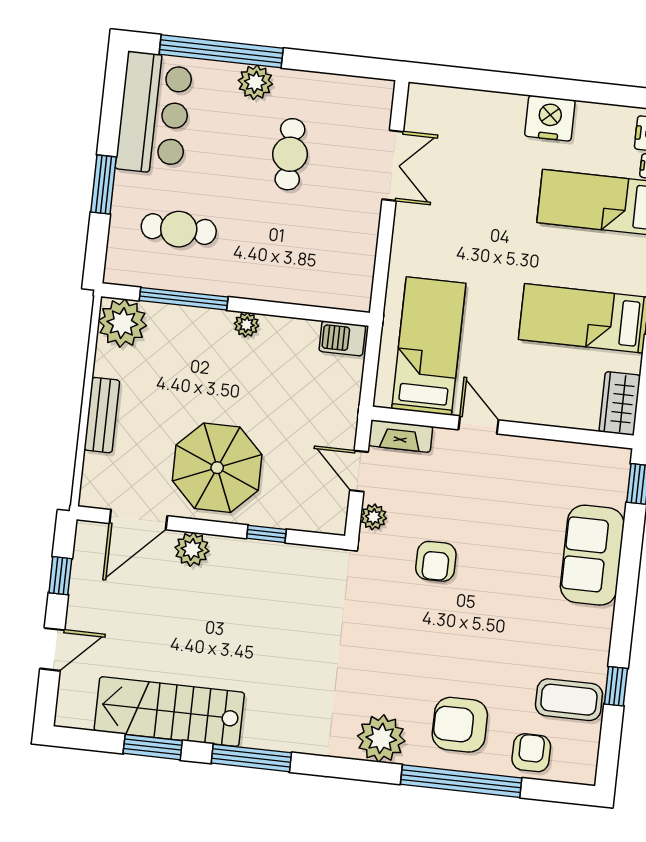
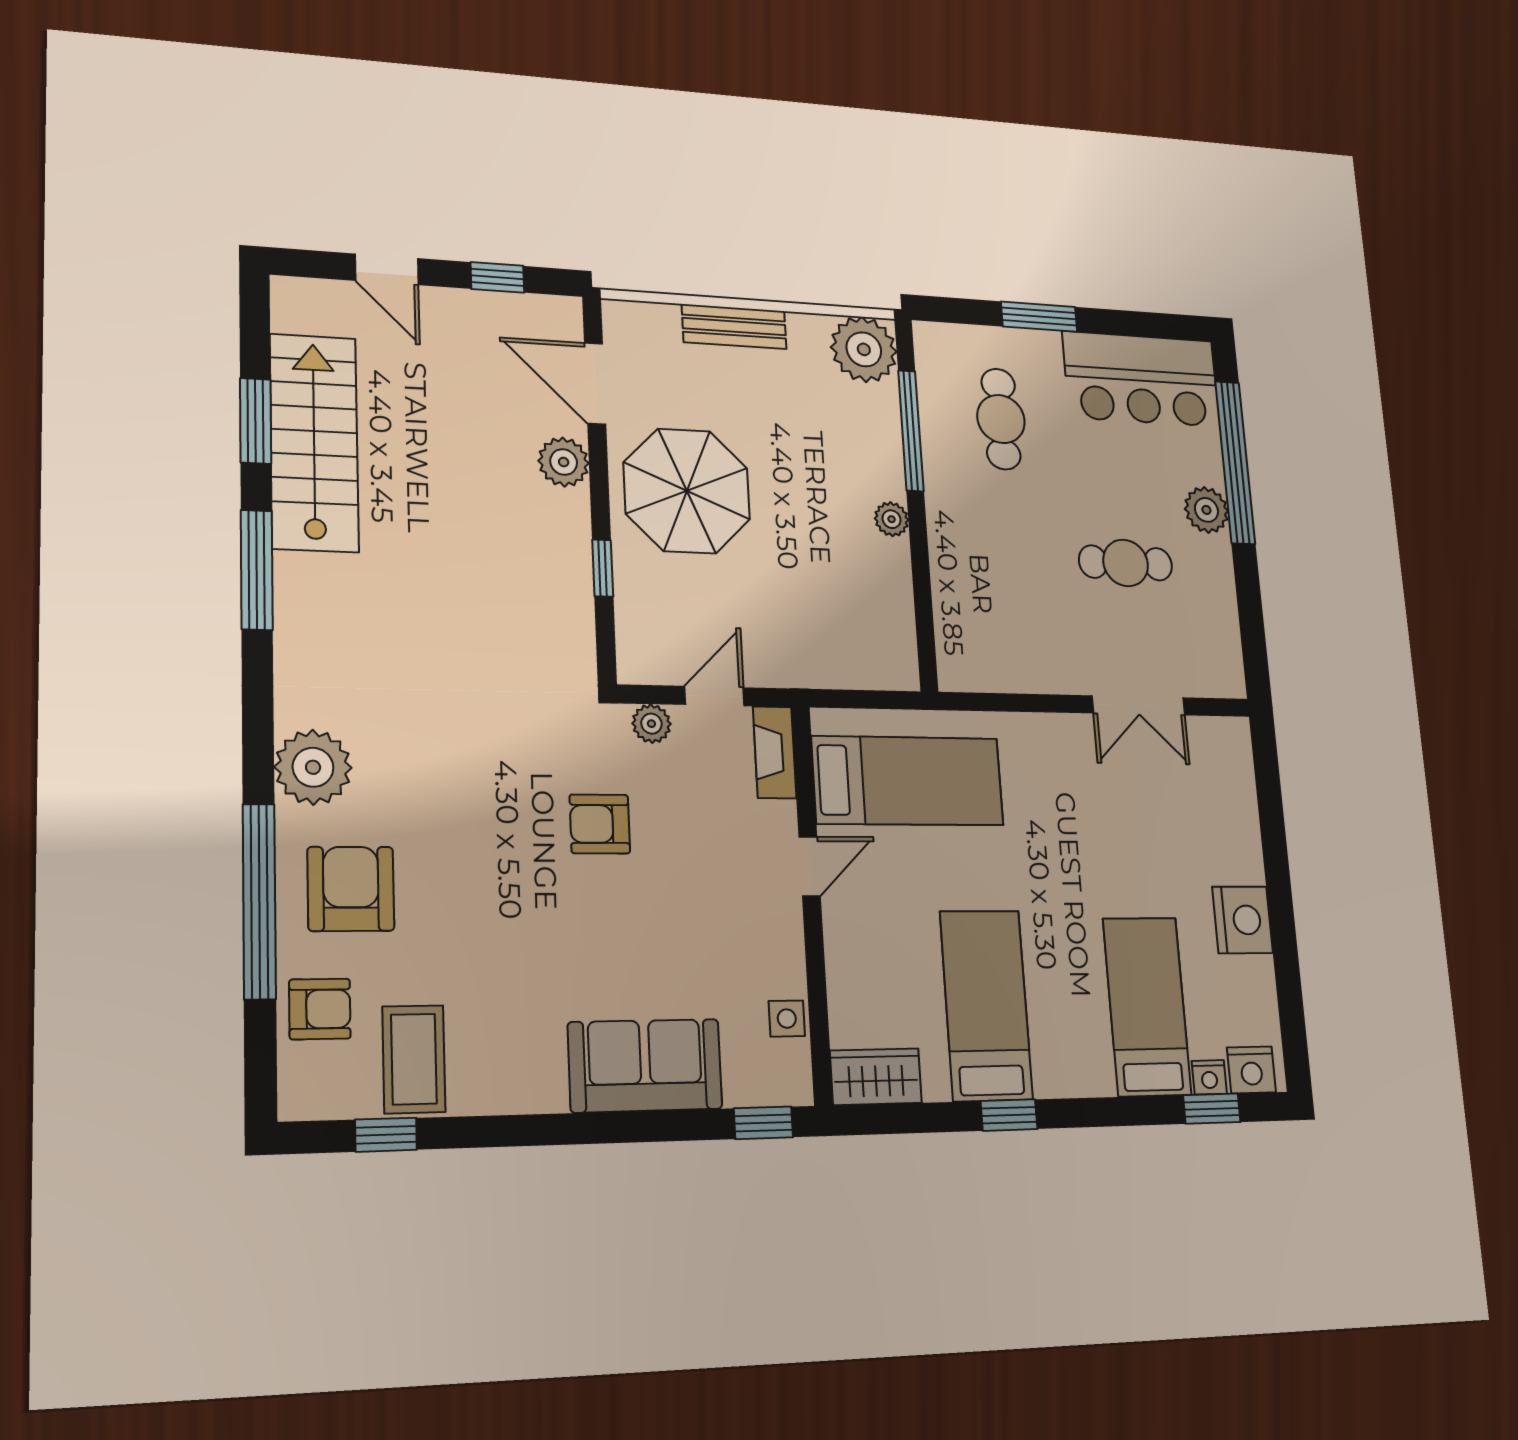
barbecue: (342, 338) -> (897, 655), removed
side table: (575, 457) -> (787, 1019), added
window: (616, 686) -> (386, 1135), moved

